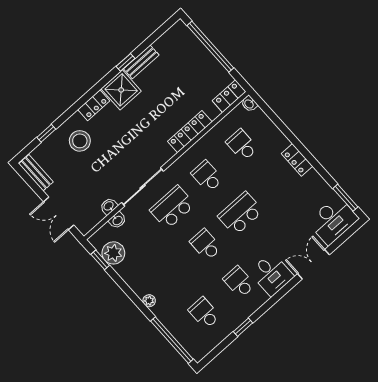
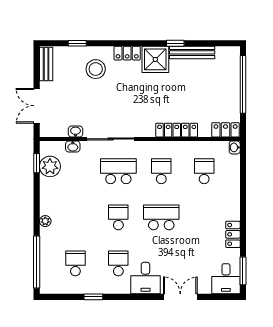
bench: (141, 62) -> (192, 52), width x1.36
locker: (297, 160) -> (233, 234), moved
desk: (333, 220) -> (226, 279), width x0.73

